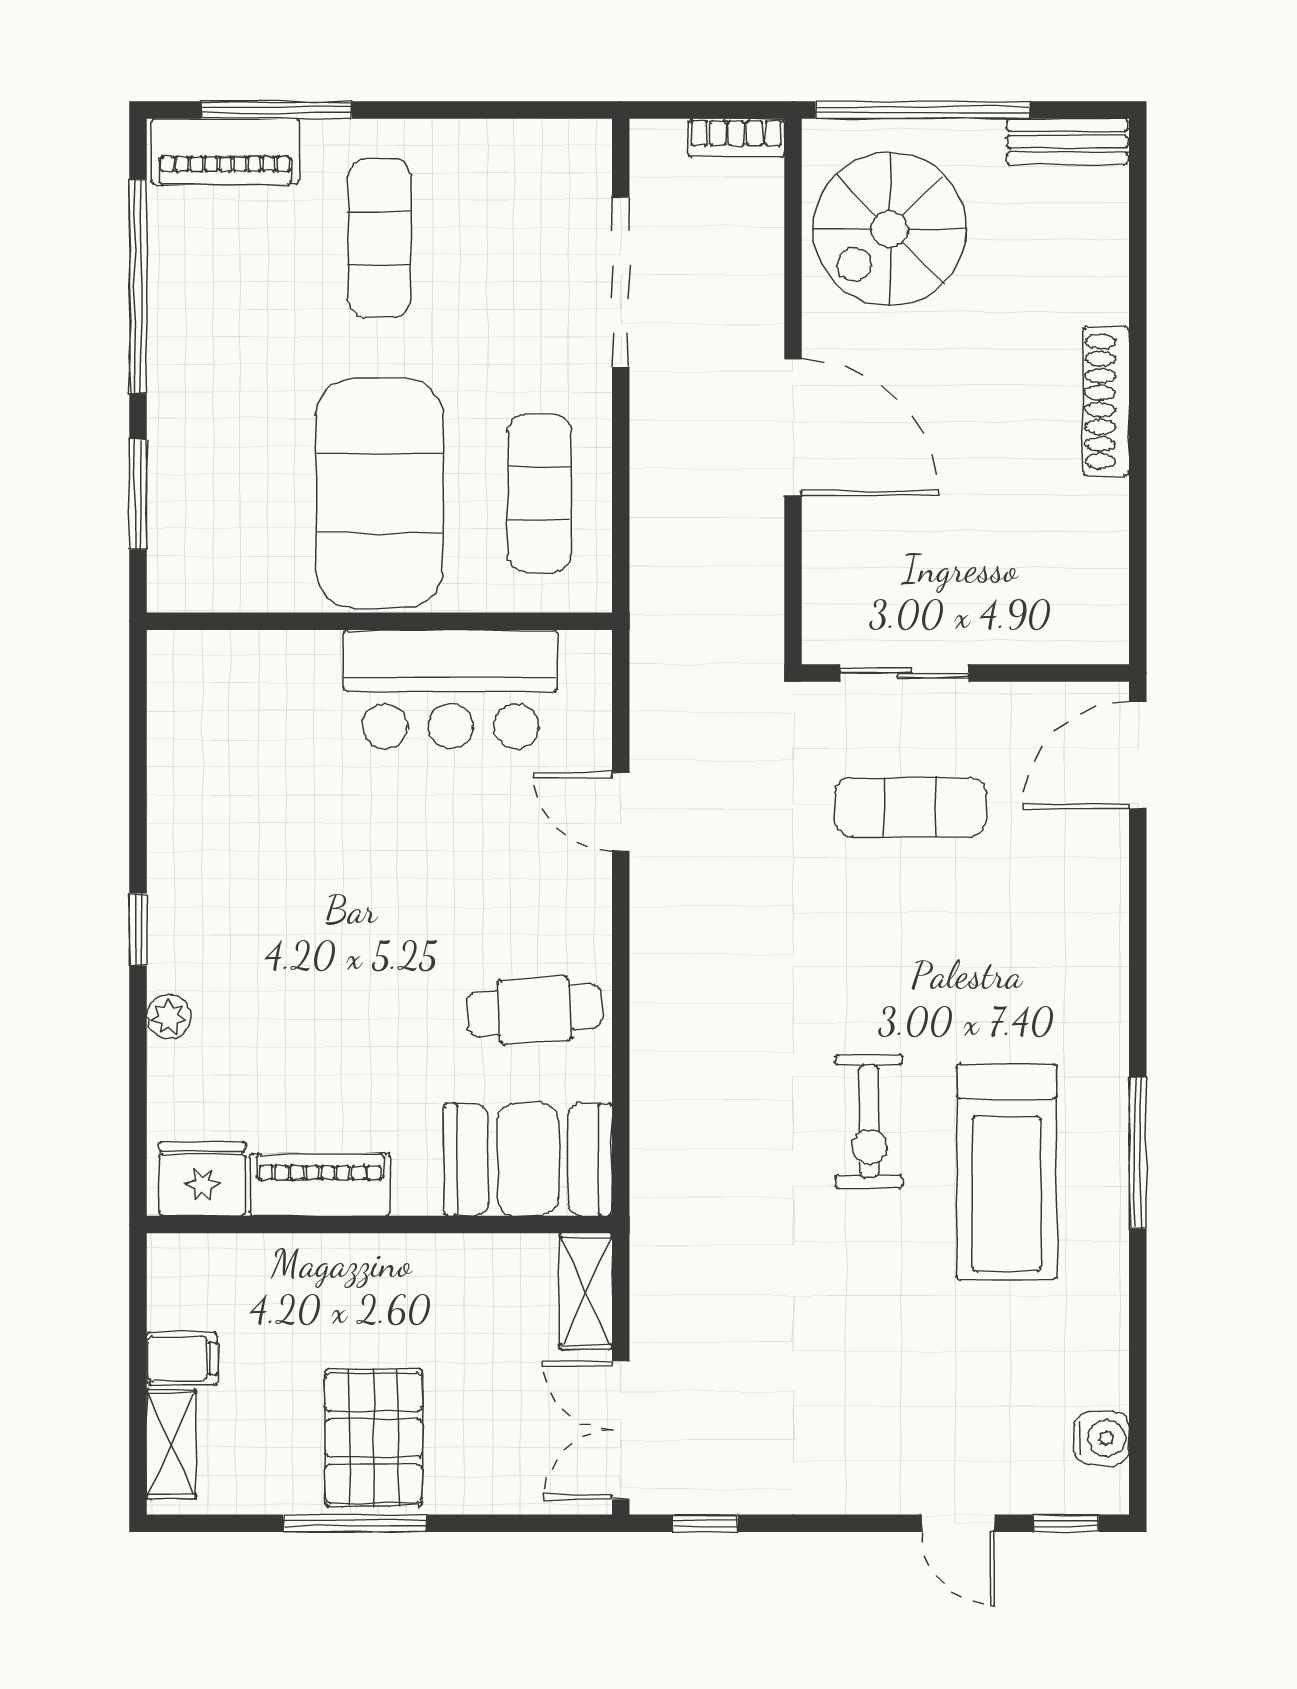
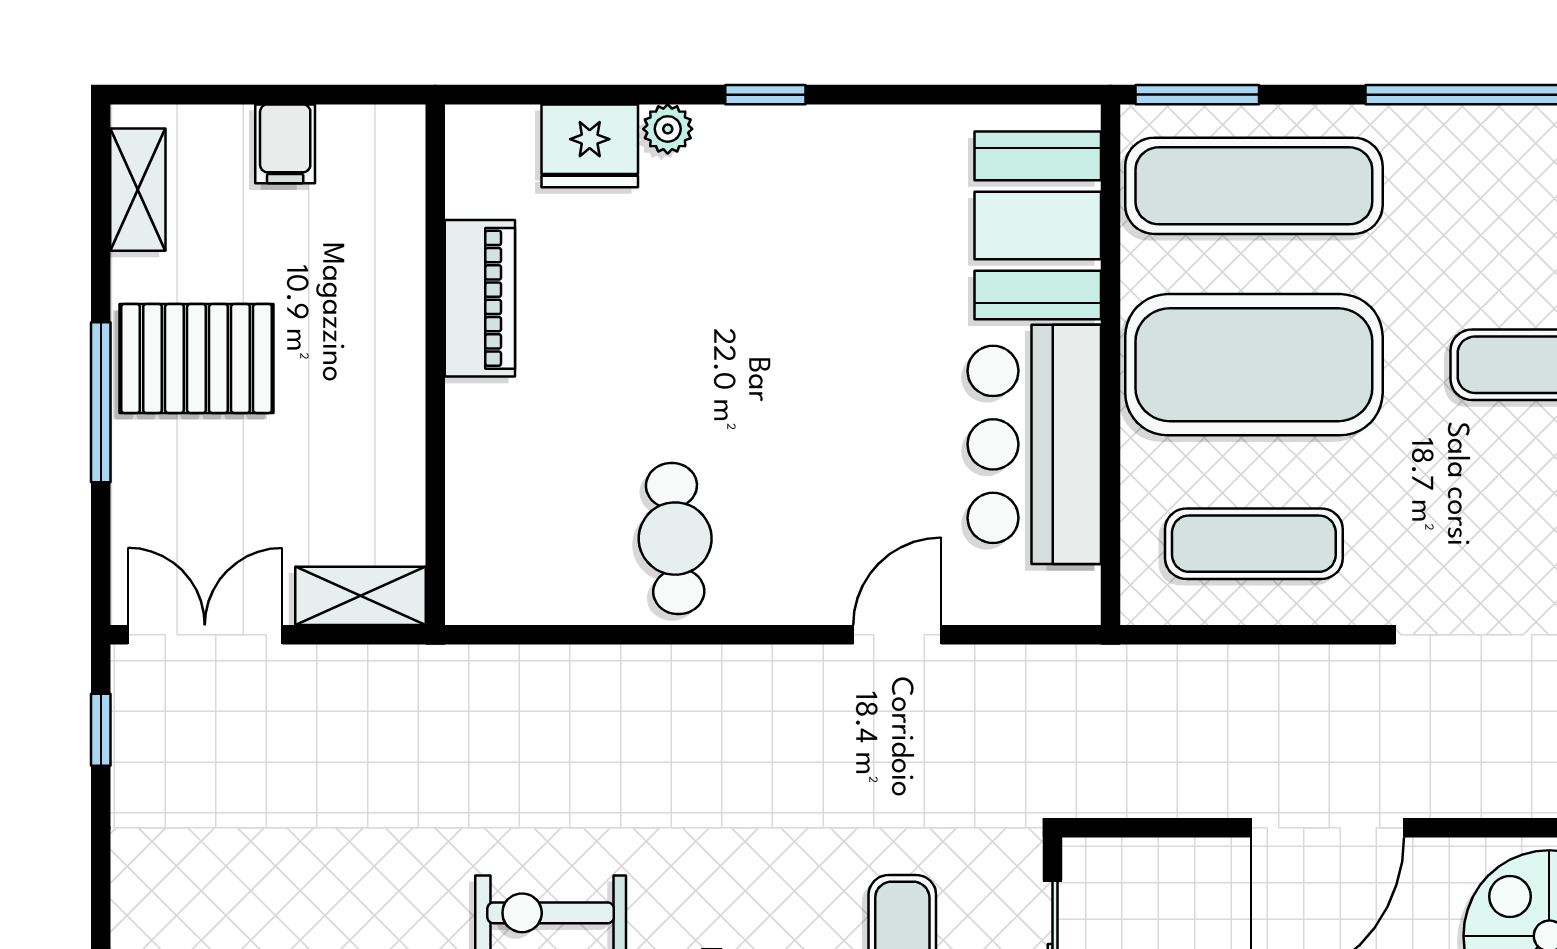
exercise mat: (219, 493) -> (1254, 186), added
window: (138, 494) -> (1197, 95), moved
booth: (528, 1159) -> (1038, 225), moved
fridge: (202, 1179) -> (590, 146), moved, turned 90
shelving: (171, 1444) -> (138, 190), moved, turned 90
window: (355, 1523) -> (101, 402), moved

